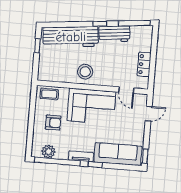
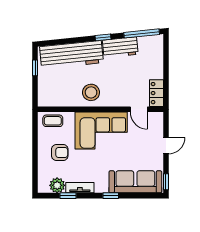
locker: (144, 64) -> (156, 93), moved
door: (149, 114) -> (166, 146), moved
tv unit: (81, 156) -> (80, 188), moved
window: (57, 161) -> (68, 196), width x0.32

